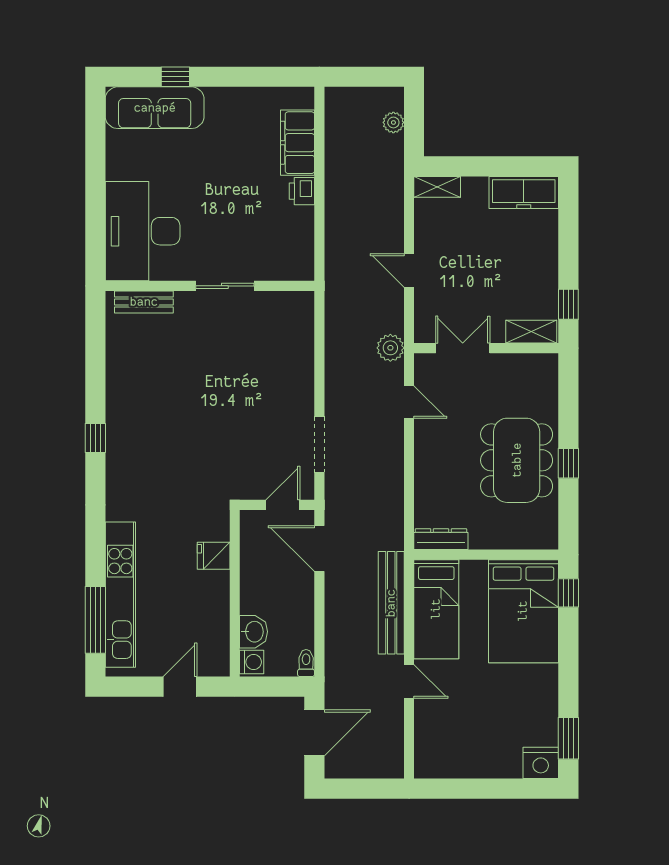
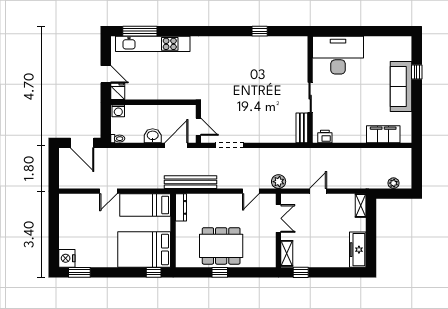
sofa: (155, 108) -> (401, 86), moved
printer: (302, 191) -> (325, 136), moved
bench: (144, 302) -> (302, 128), moved
window: (95, 438) -> (260, 31), moved
fridge: (214, 556) -> (118, 91), moved
bench: (391, 603) -> (191, 182), moved
washbasin: (254, 632) -> (153, 136), moved, turned 180

